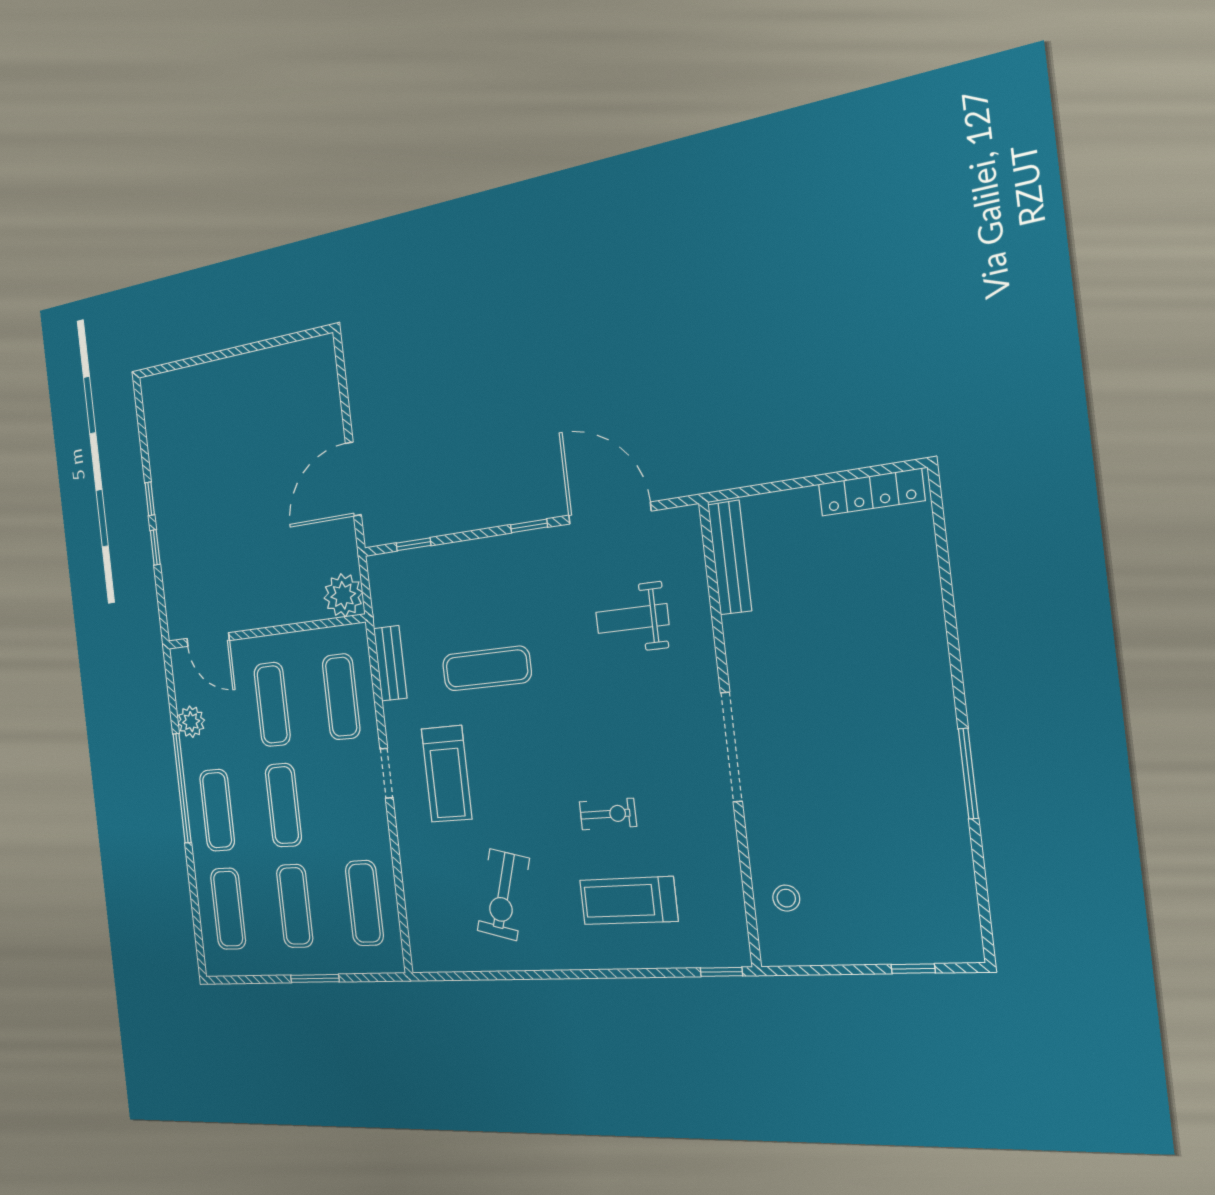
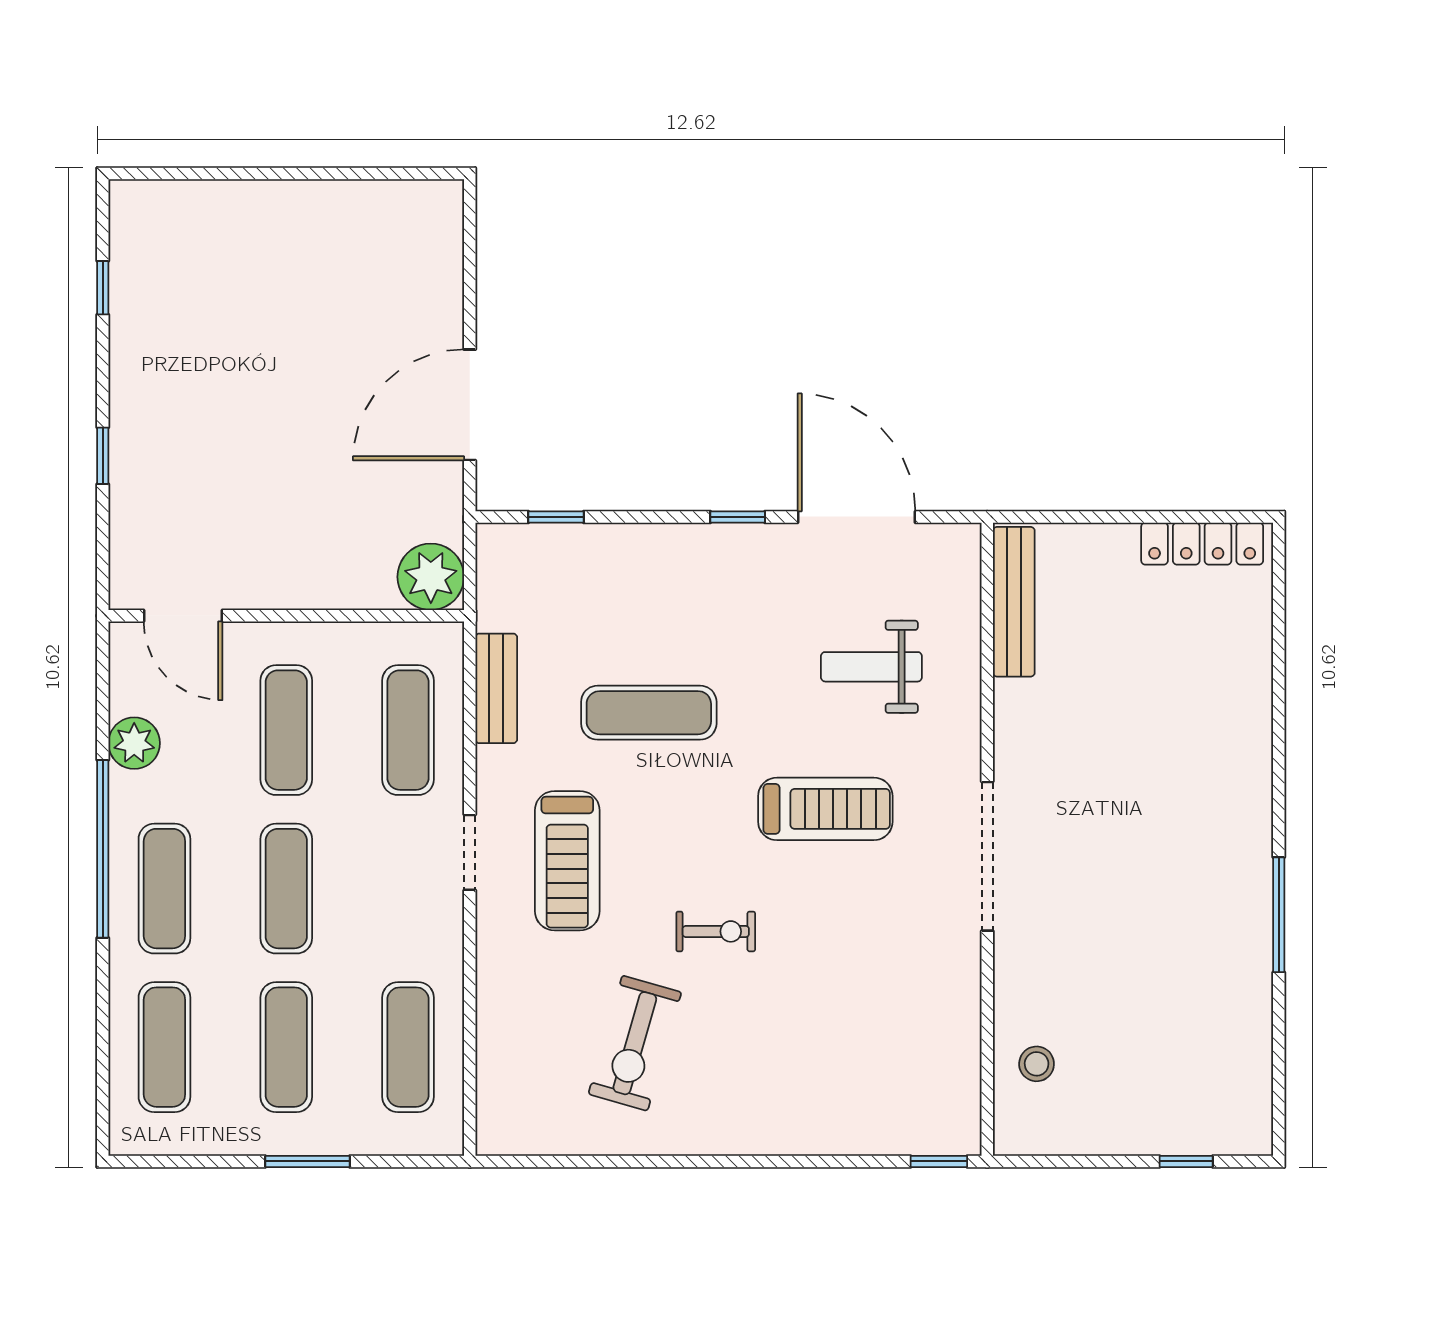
window: (150, 499) -> (103, 288), moved
exercise bike: (608, 814) -> (716, 931), moved
treadmill: (628, 901) -> (825, 809), moved, turned 180

